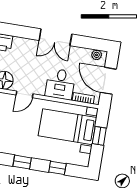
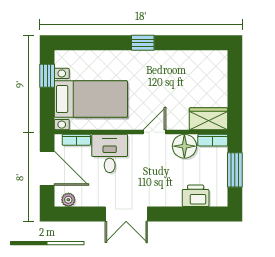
double door: (55, 37) -> (126, 214), swing flipped
window: (99, 136) -> (47, 76), moved
window: (57, 168) -> (95, 43), removed

